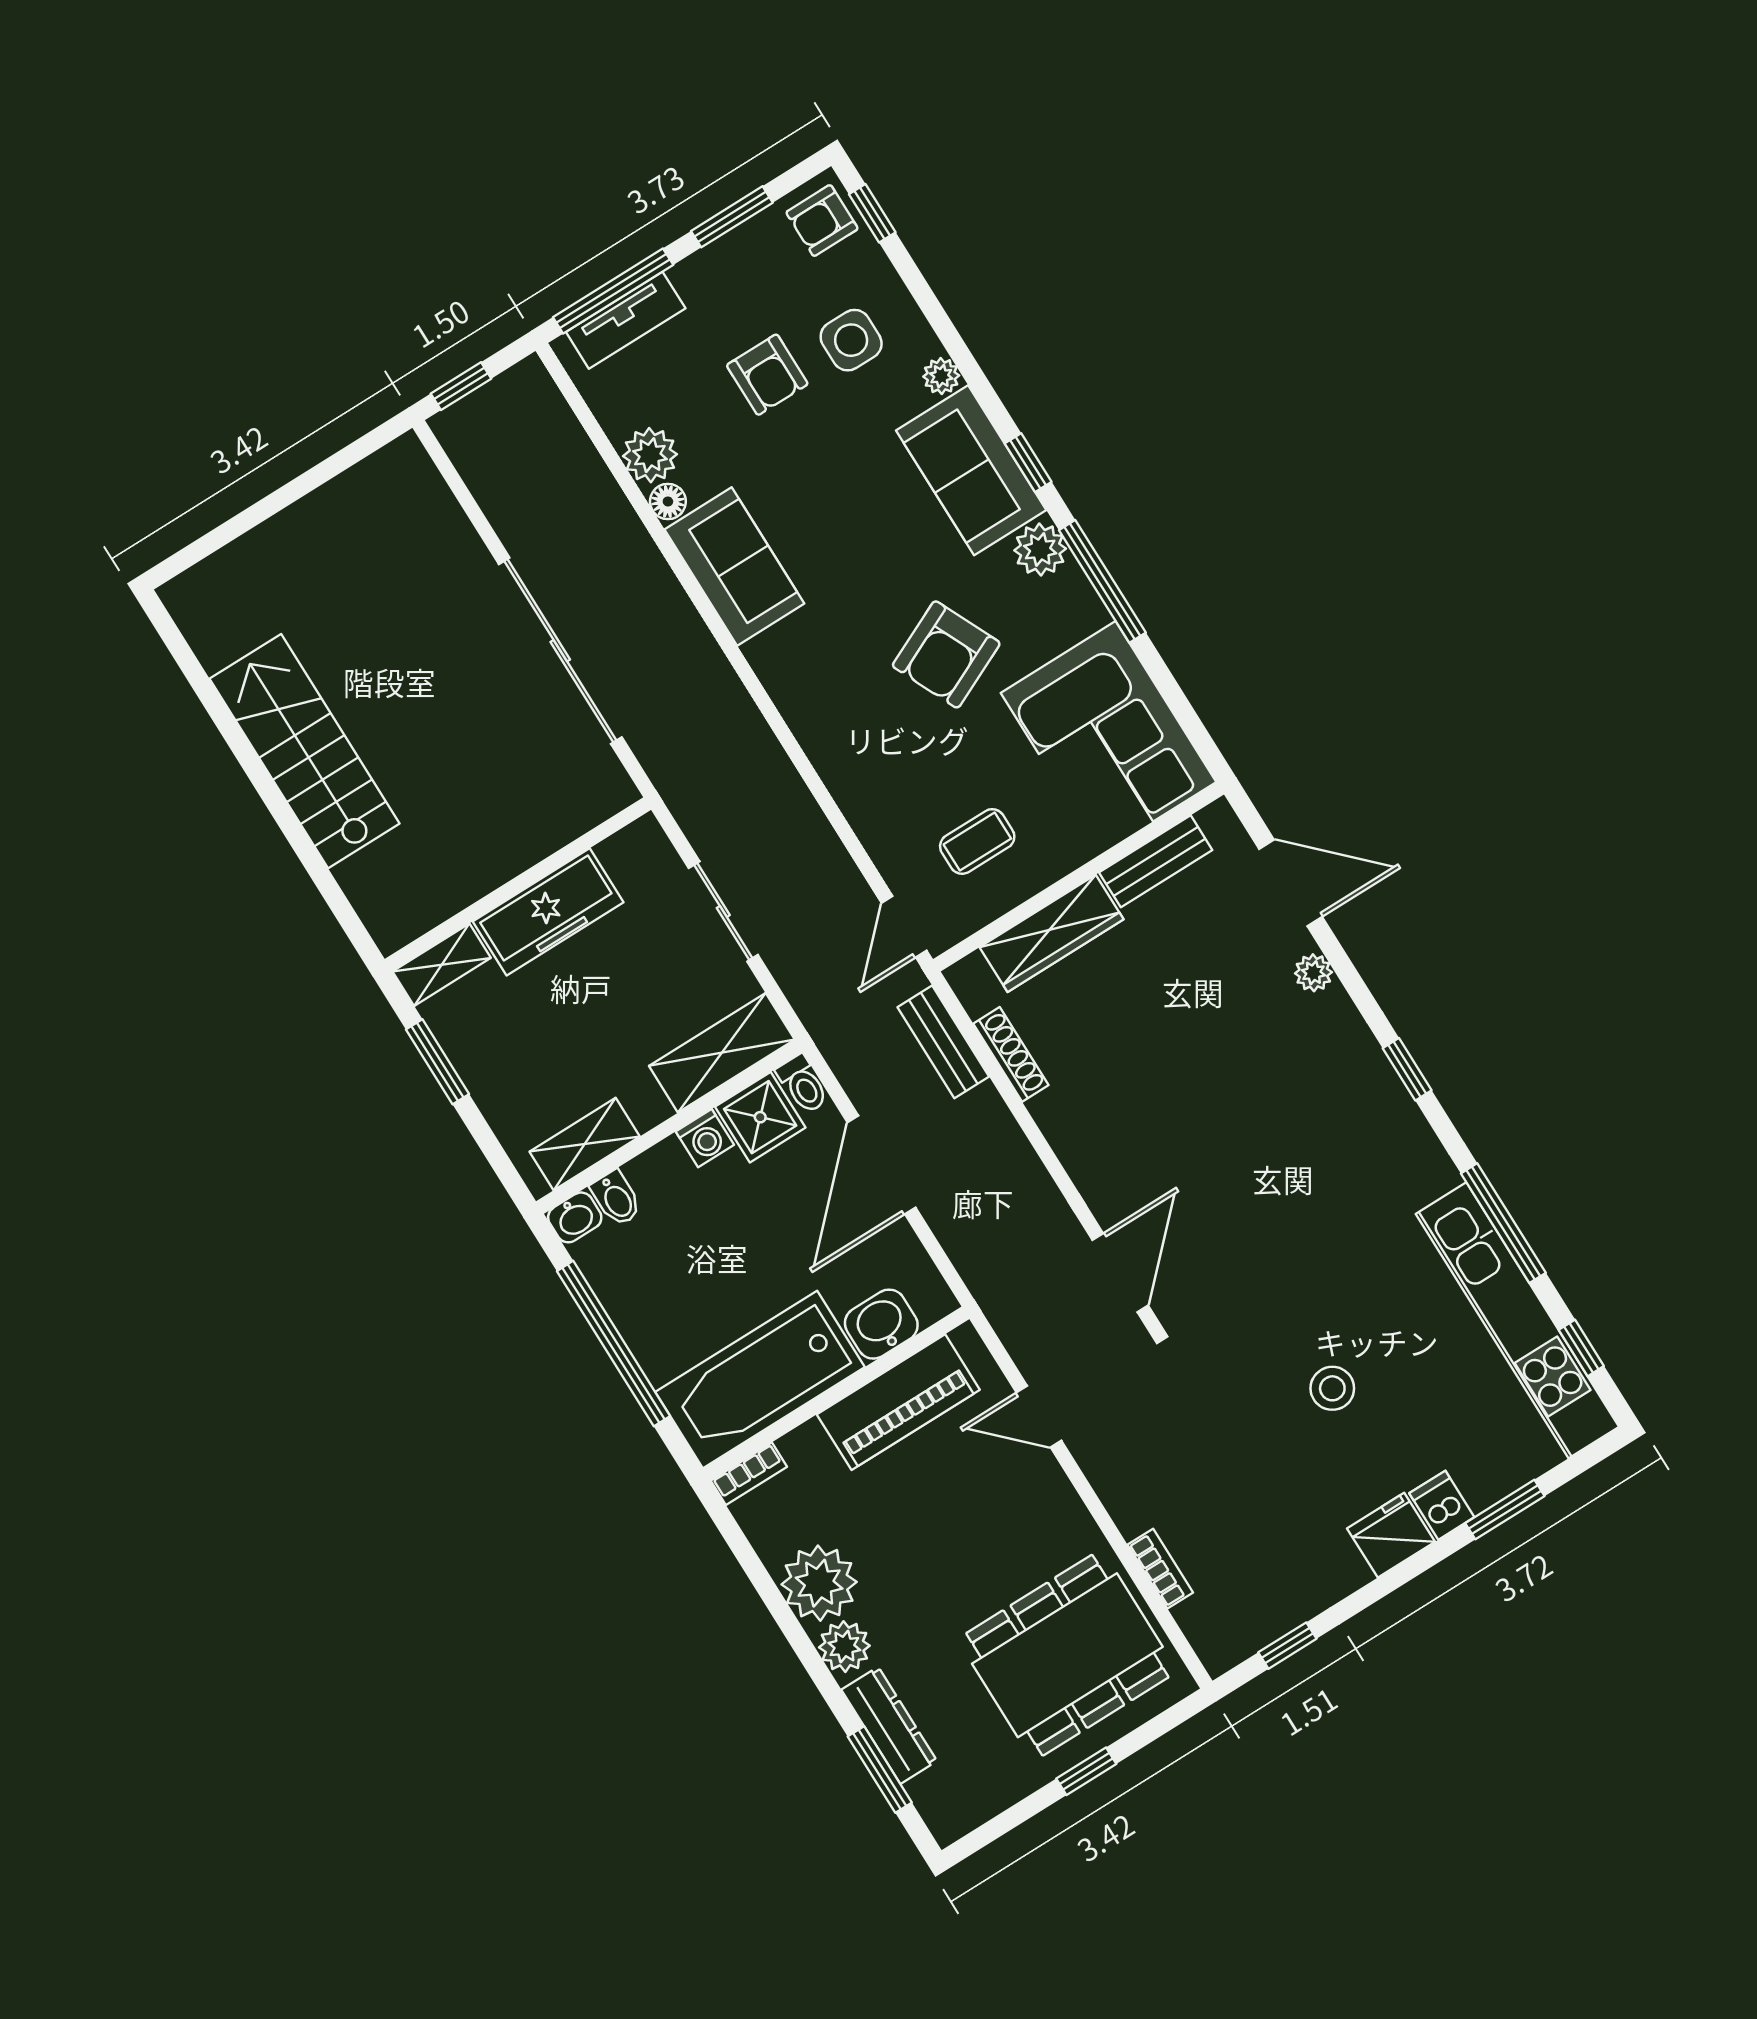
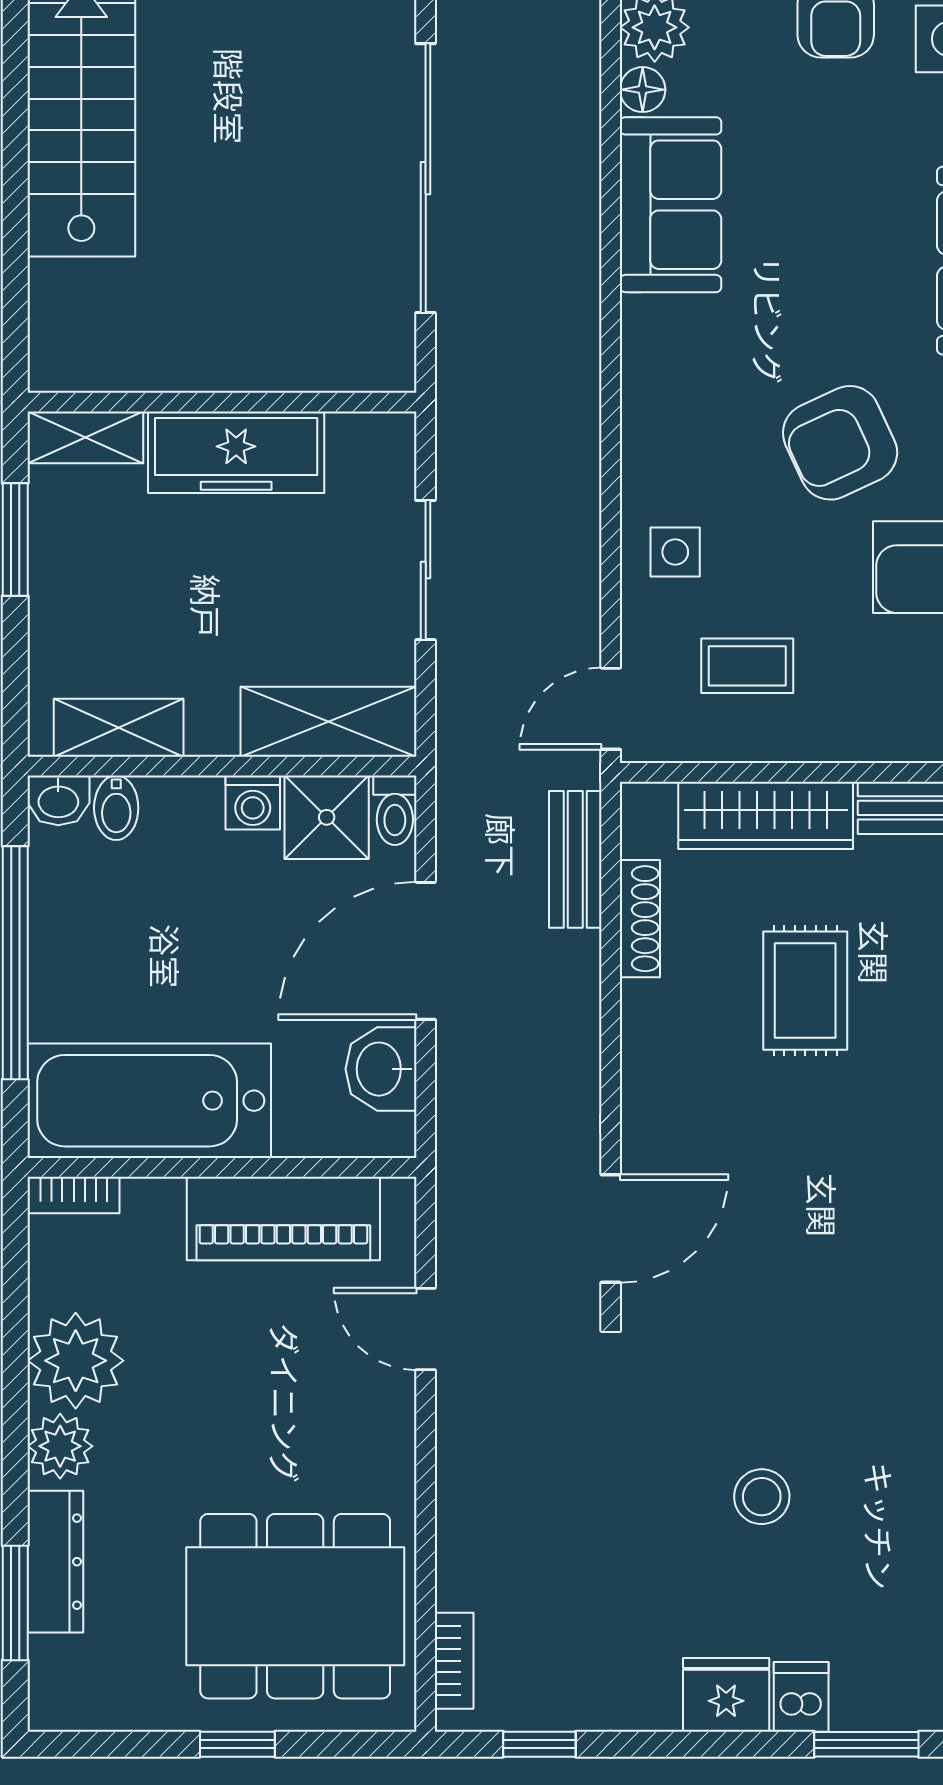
side table: (882, 796) -> (675, 552), added
rug: (1151, 1033) -> (805, 991), added
washbasin: (881, 1324) -> (381, 1069), moved, turned -90
bookcase: (1160, 1569) -> (454, 1661), moved

